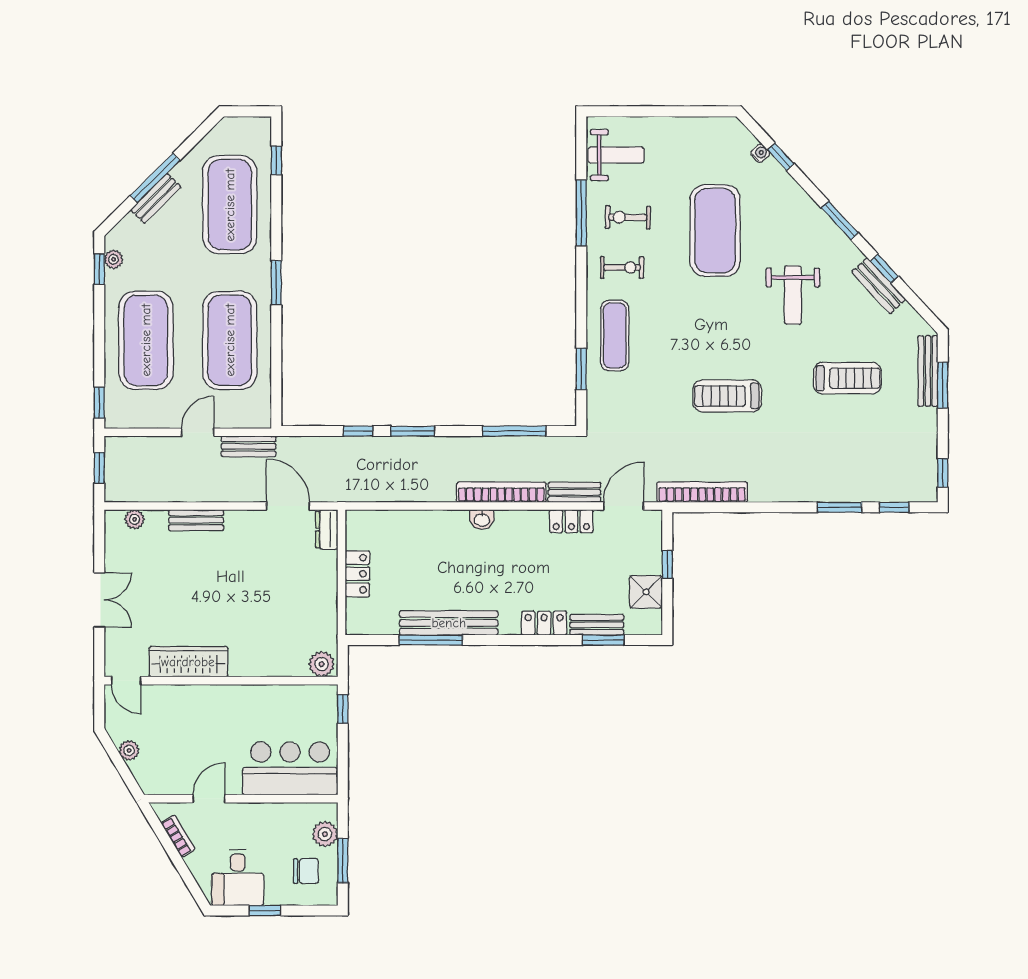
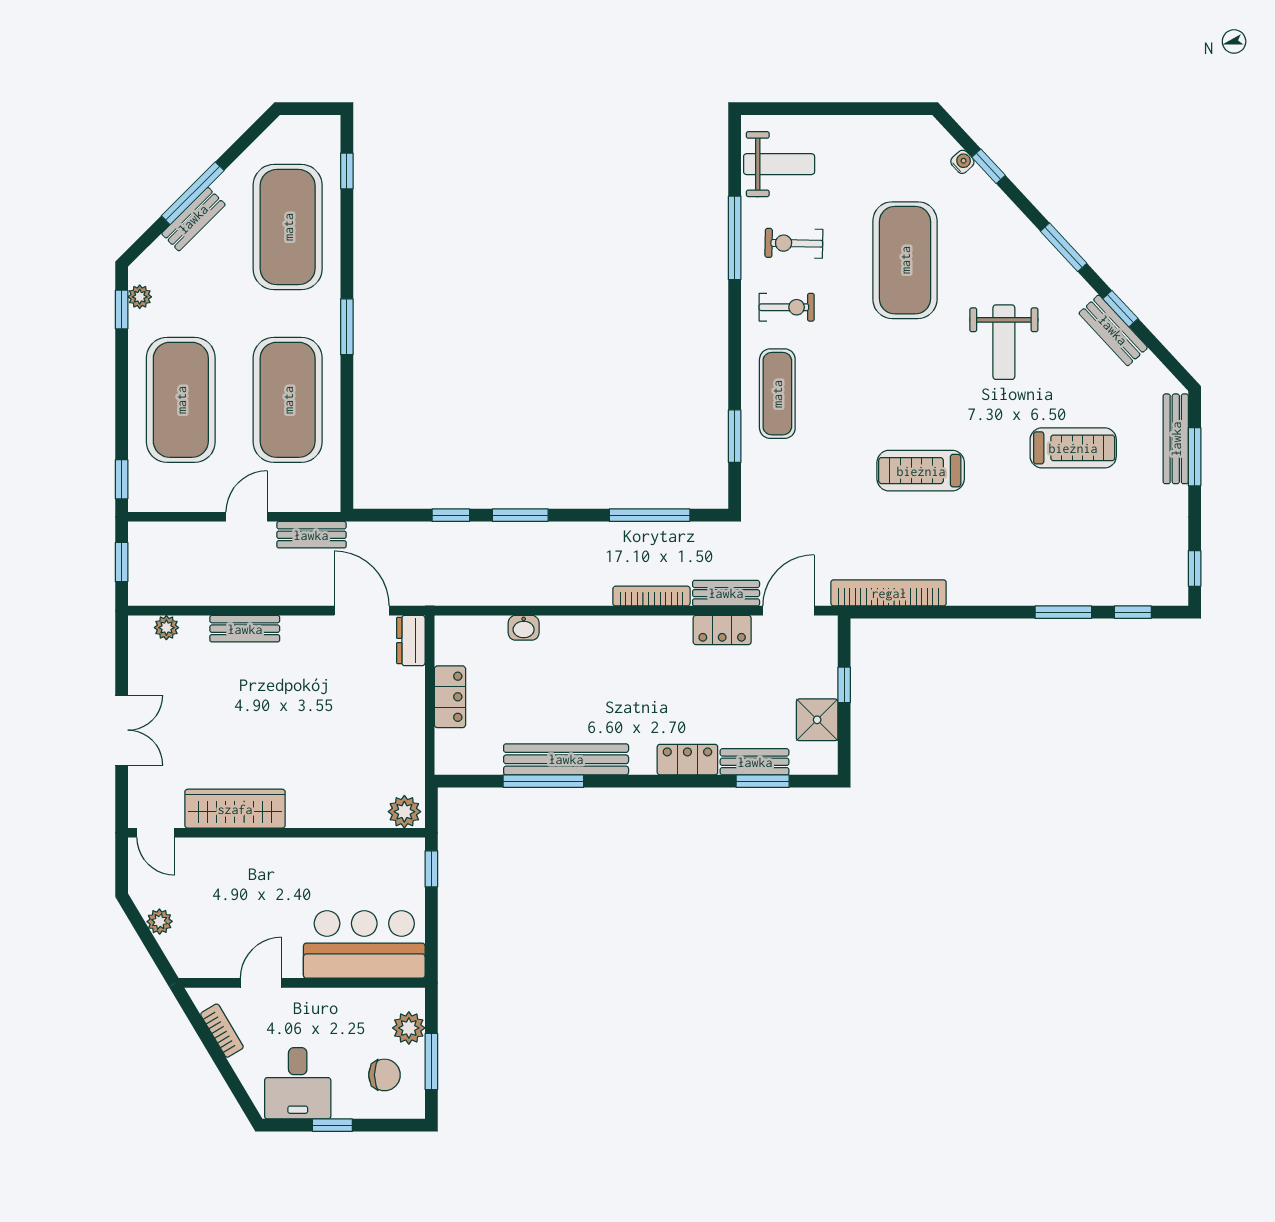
bookcase: (501, 492) -> (651, 596), width x0.68, depth x0.76
washbasin: (482, 520) -> (524, 628), moved

